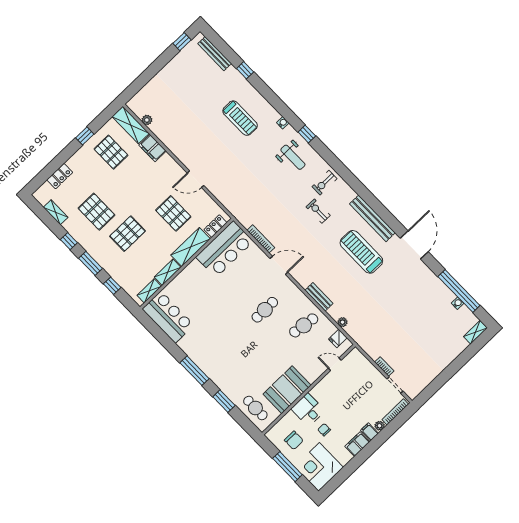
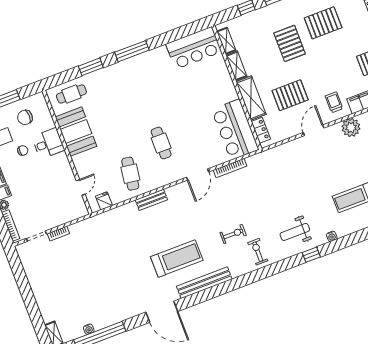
trolley: (163, 172) -> (334, 102), added
plant: (342, 322) -> (351, 127), moved, width x1.88, depth x1.88

